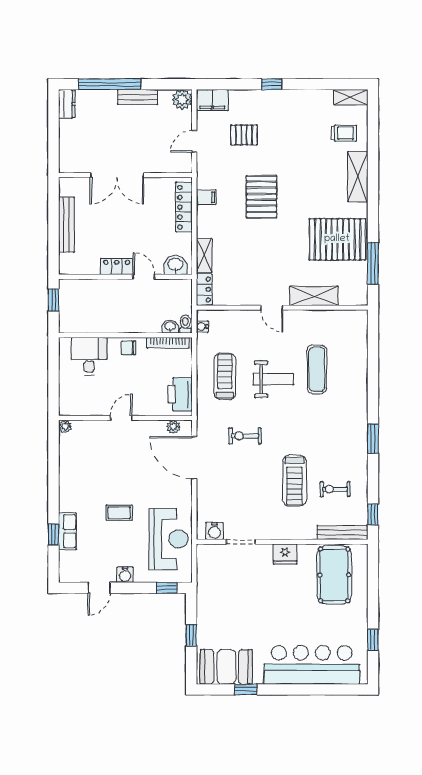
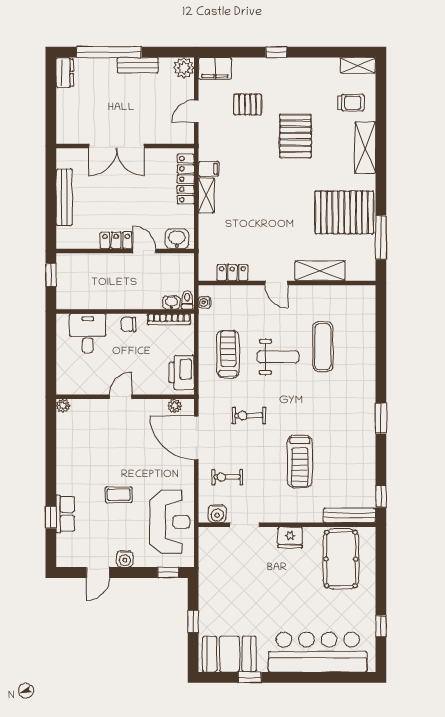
pallet: (261, 197) -> (296, 136), moved
shelving: (204, 255) -> (206, 195), moved
locker: (204, 289) -> (232, 273), moved, turned -90
exercise bike: (335, 489) -> (227, 477), moved

